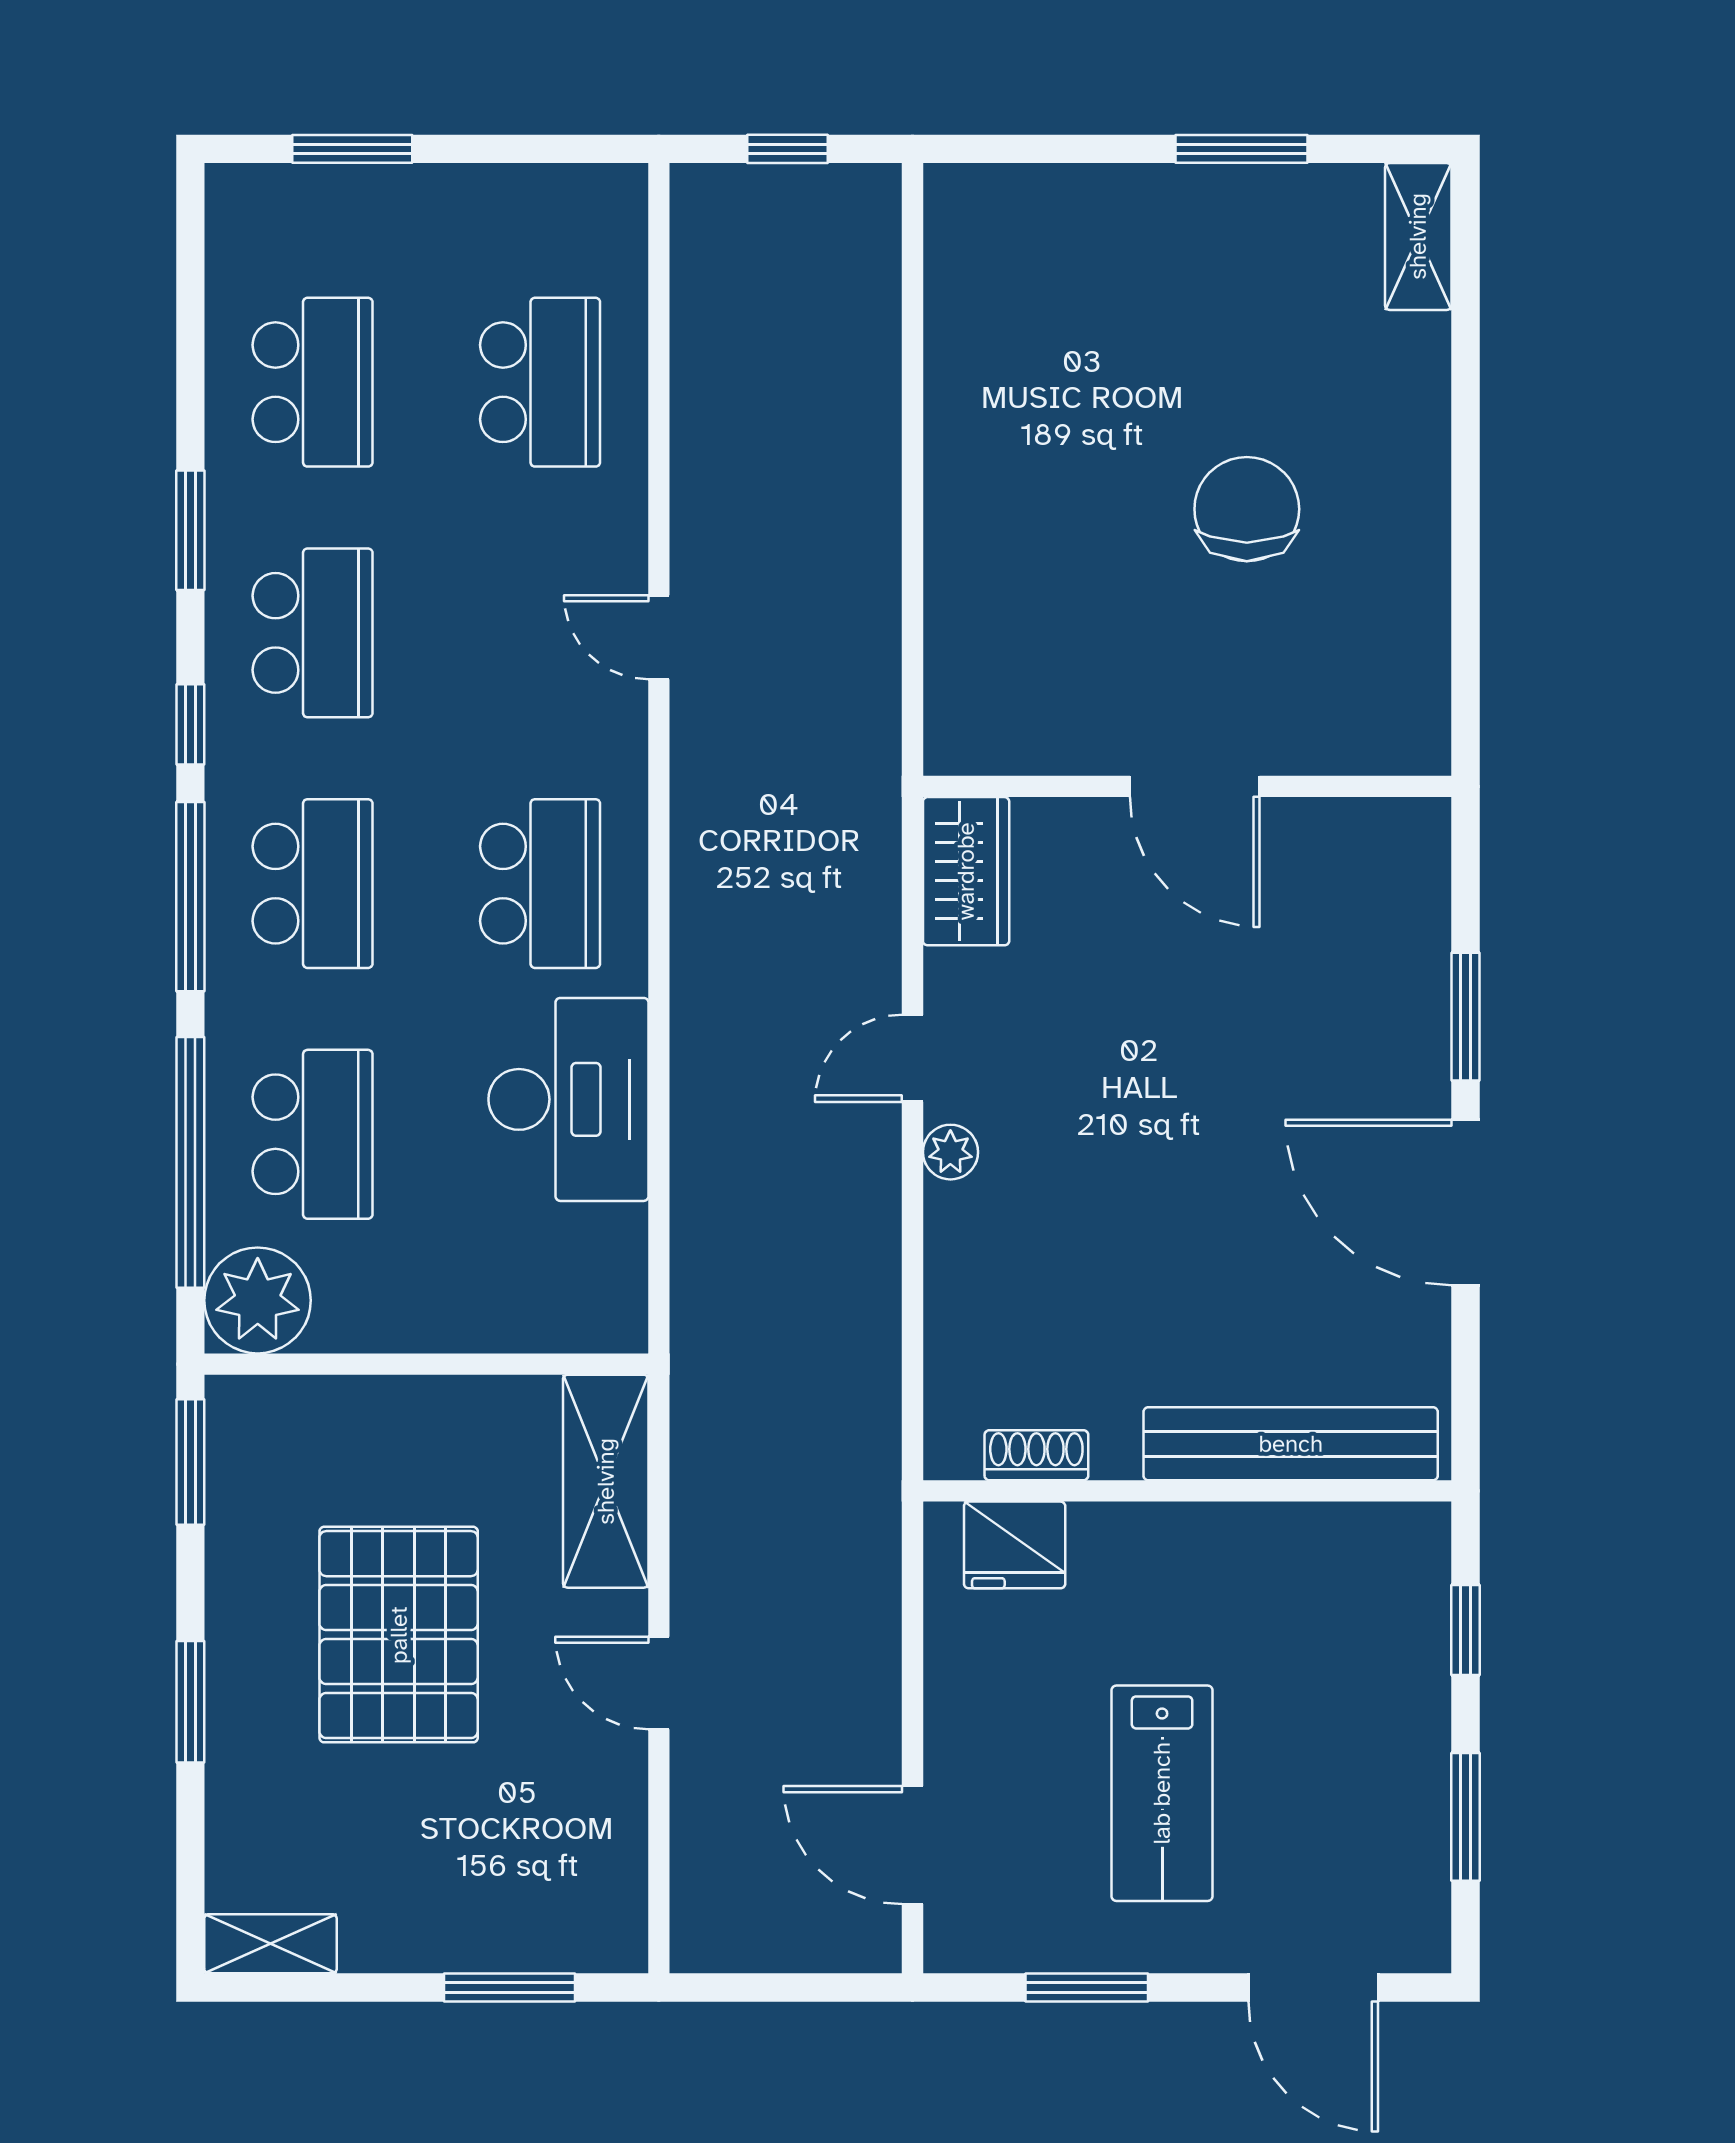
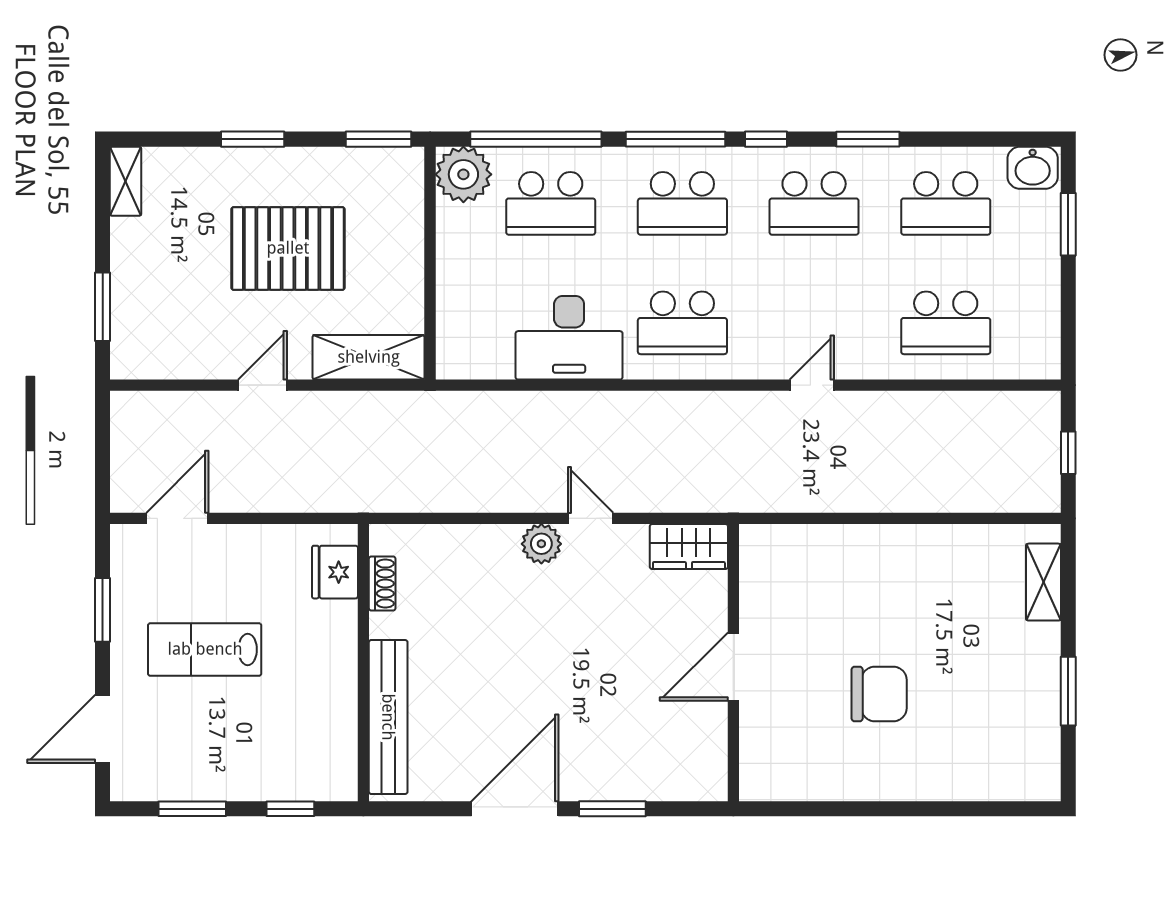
washbasin: (245, 217) -> (1033, 168), added
shelving: (1418, 236) -> (1044, 582), moved, turned 90
plant: (950, 1152) -> (541, 544), width x1.38, depth x1.38

